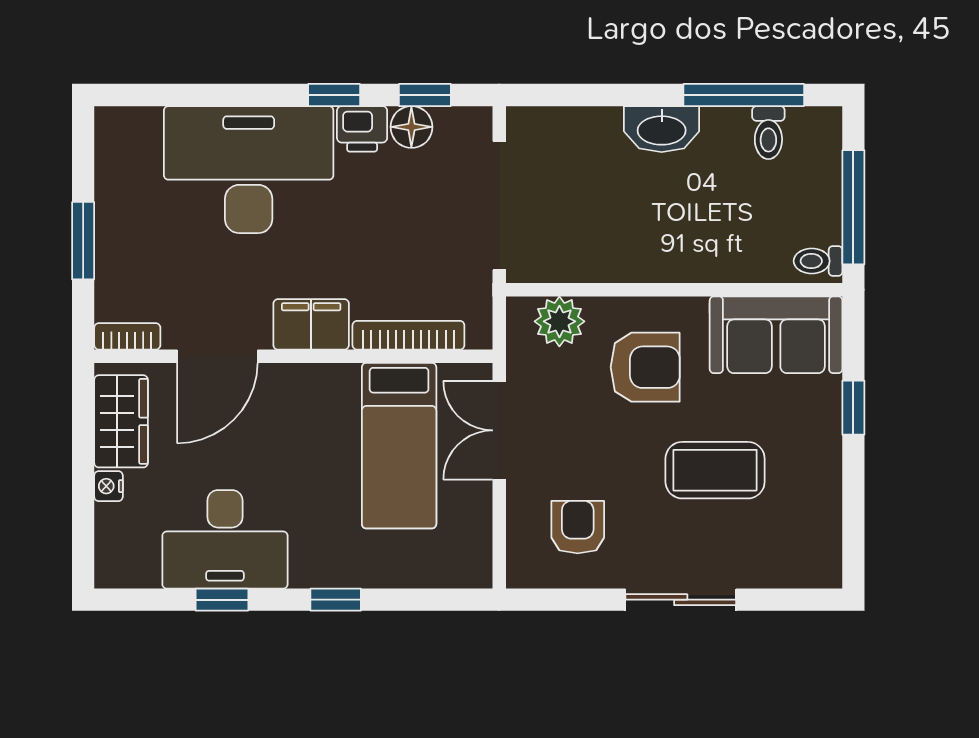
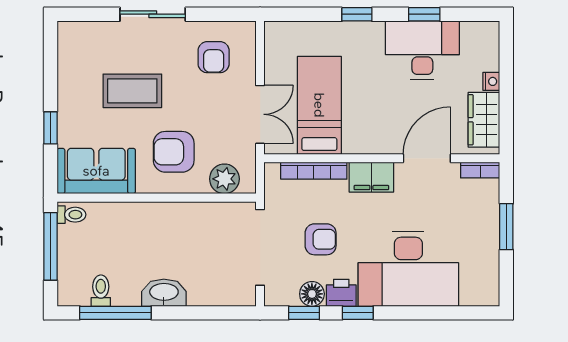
armchair: (397, 219) -> (321, 239), added

